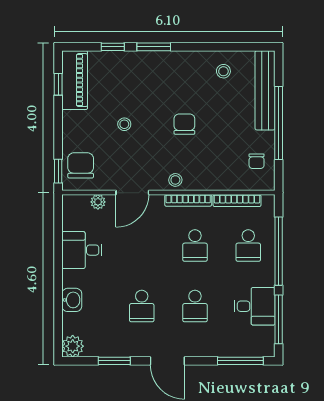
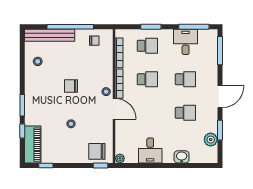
piano: (75, 80) -> (33, 145), moved, turned 90
door: (132, 193) -> (114, 109), moved
plant: (98, 202) -> (120, 158), moved
window: (279, 251) -> (151, 27), width x0.47
plant: (73, 346) -> (211, 140), moved

